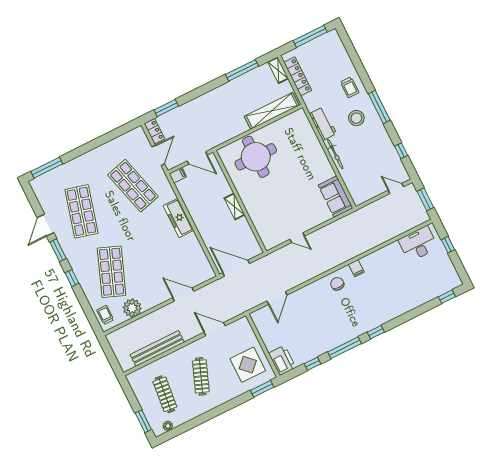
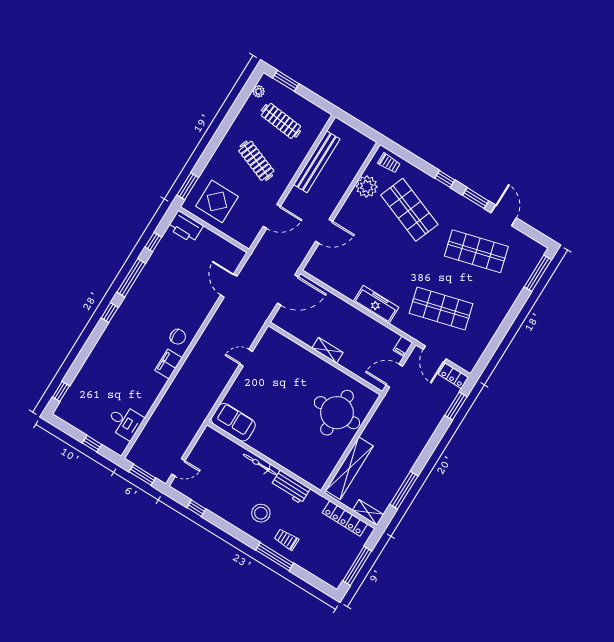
window: (379, 107) -> (275, 557), moved
shop shelf: (81, 211) -> (476, 251), turned -30
desk: (418, 244) -> (125, 422), width x0.73
filing cabinet: (356, 268) -> (168, 364), width x2.00

